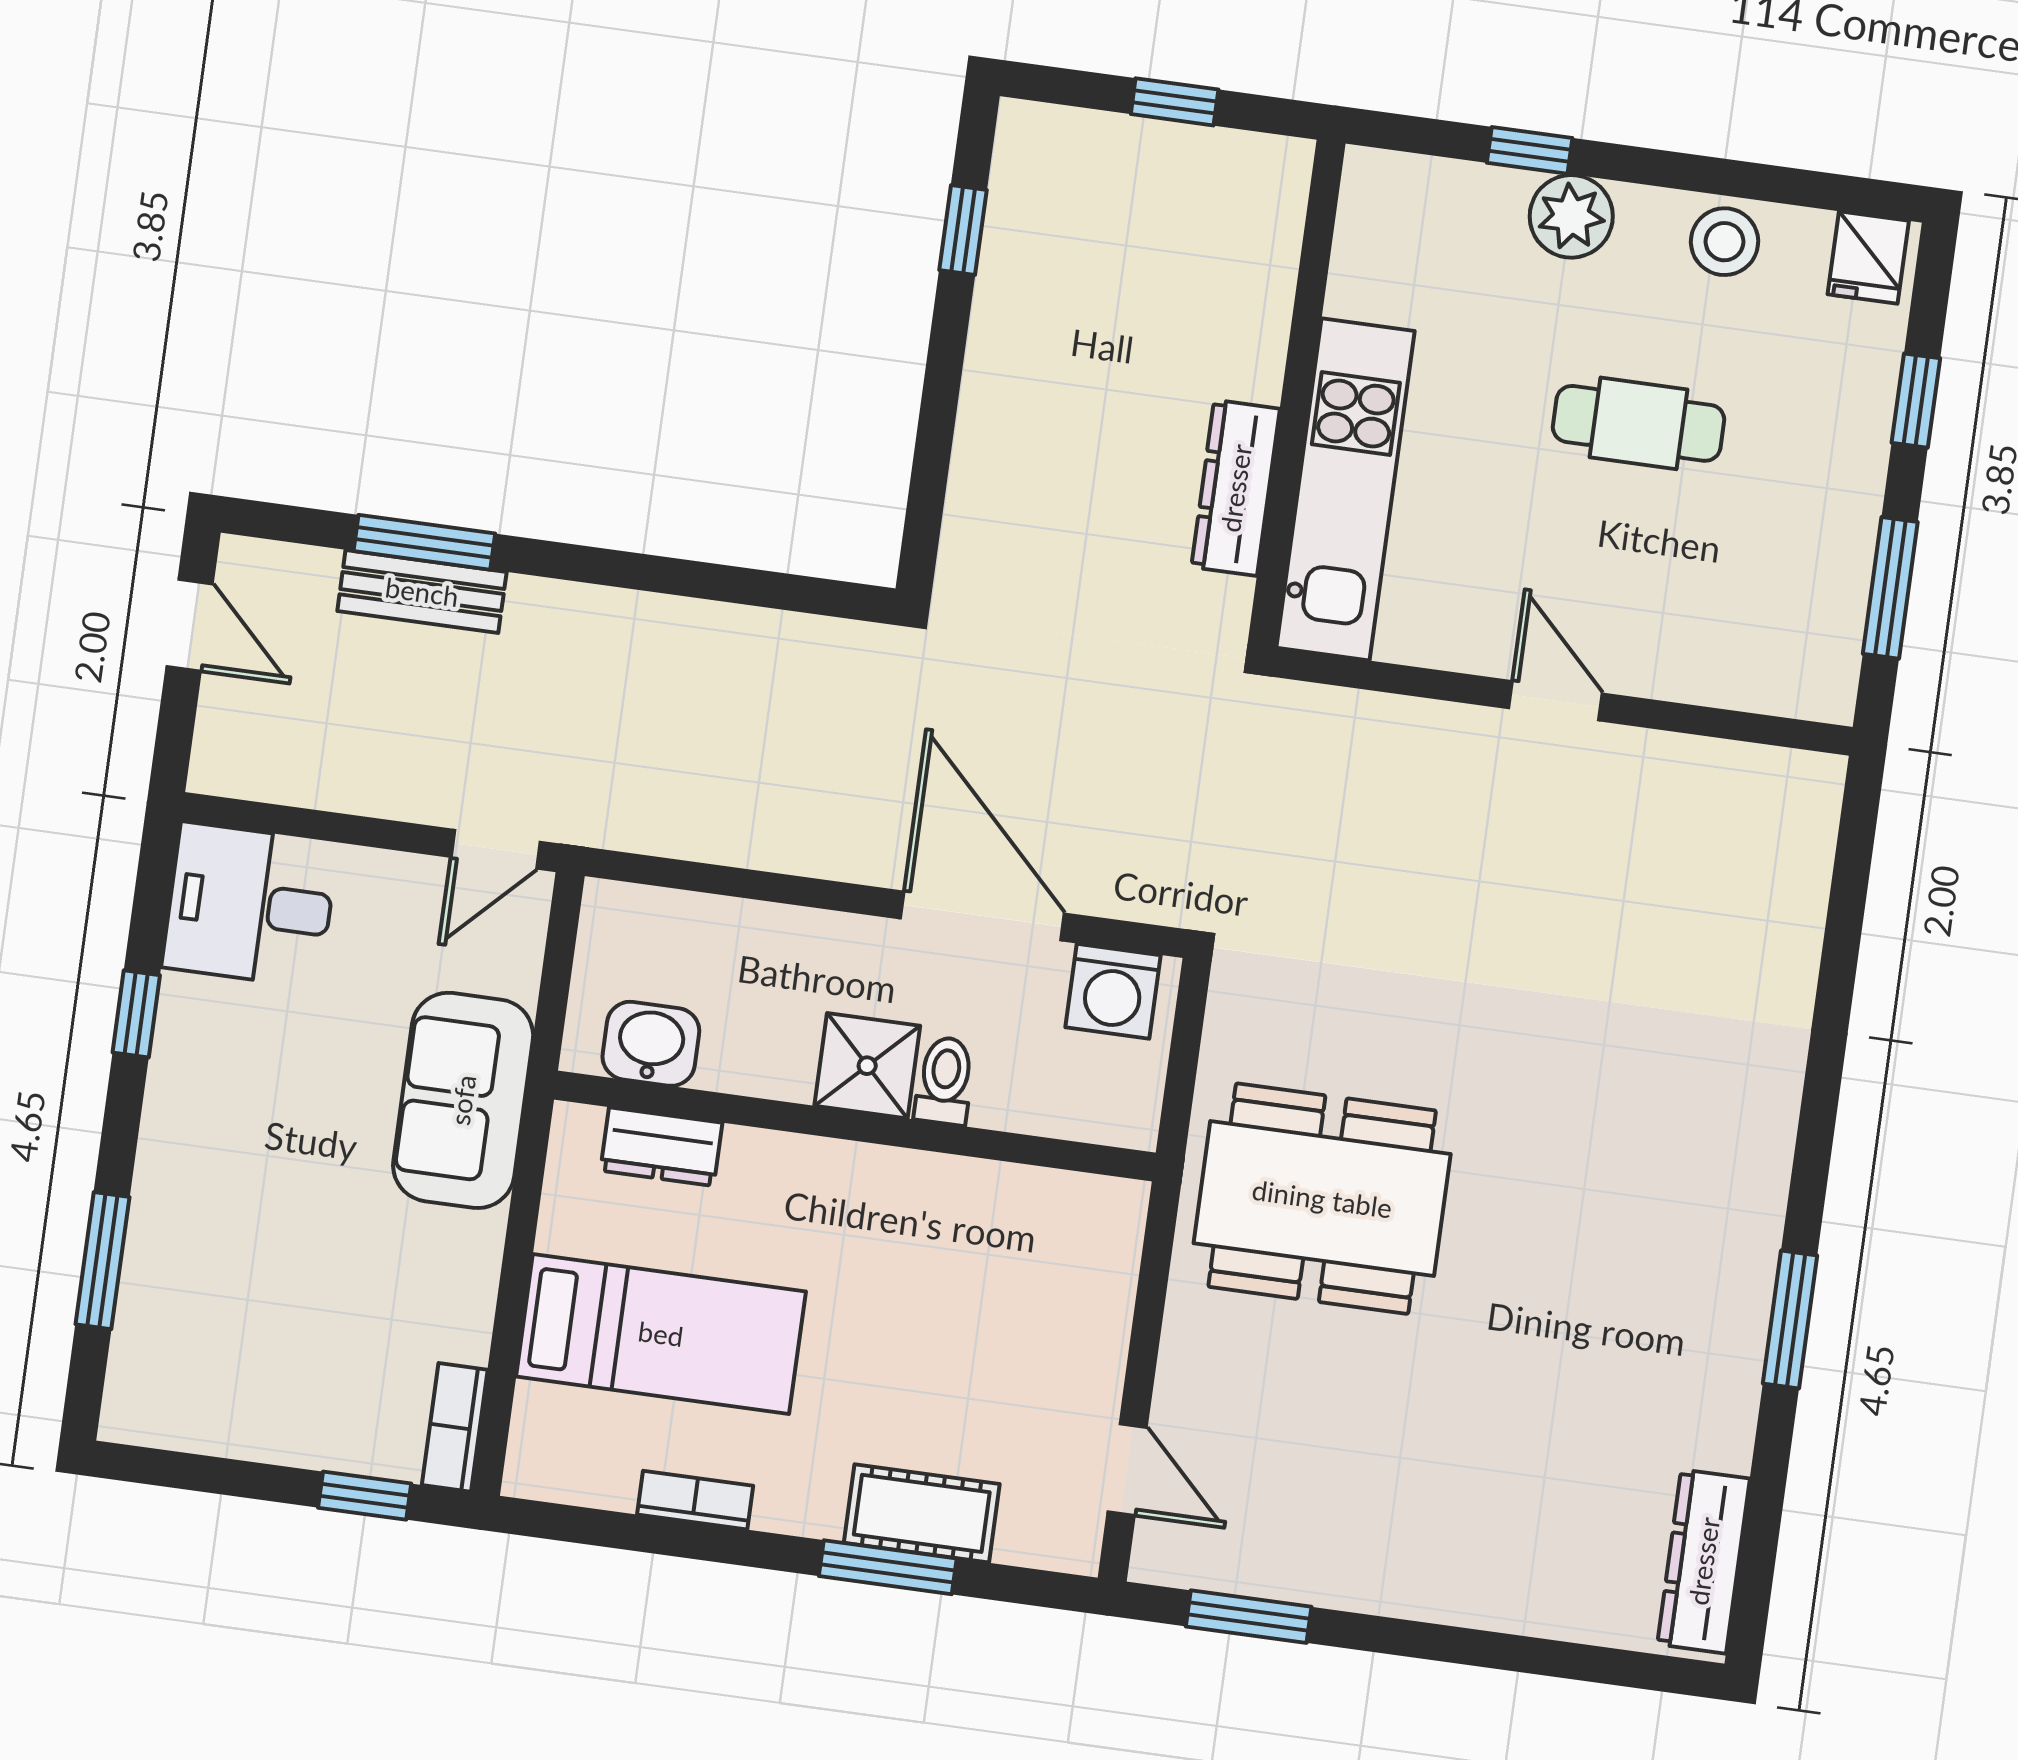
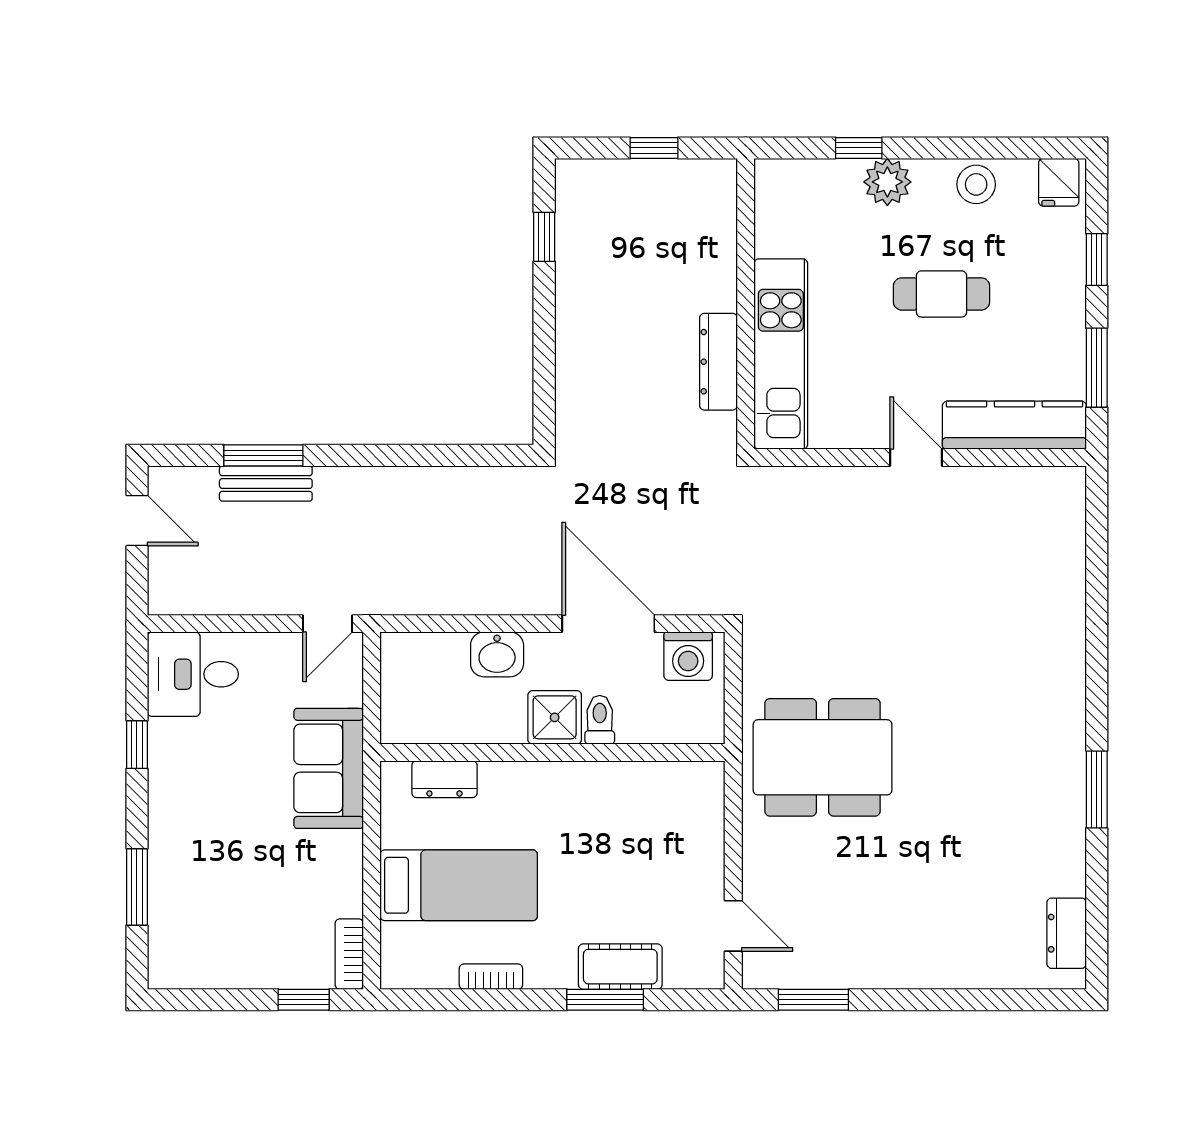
kitchen counter: (1734, 668) -> (1014, 425), added
washbasin: (651, 1044) -> (497, 654), moved, turned 180
dresser: (1704, 1561) -> (1067, 933), width x0.70

